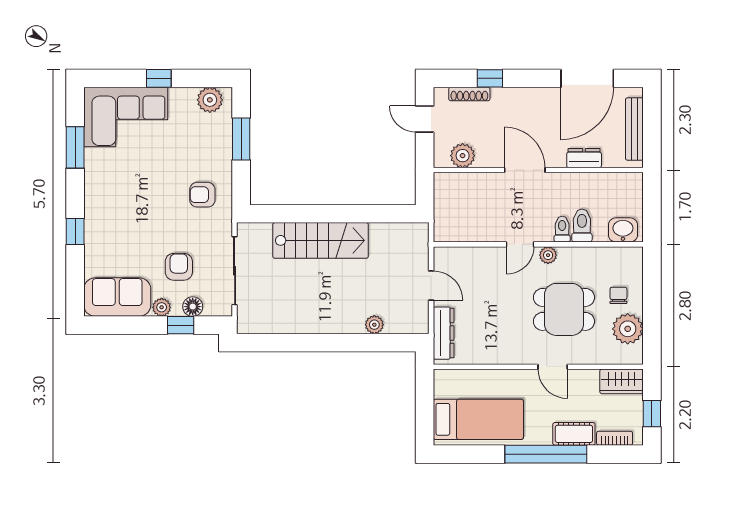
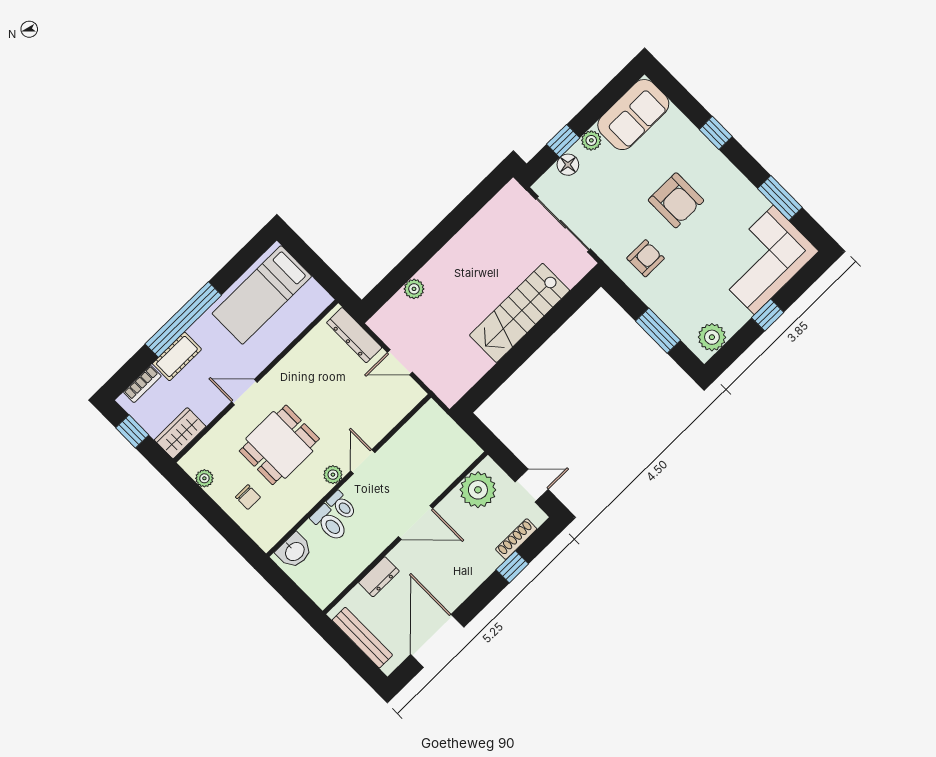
plant: (463, 156) -> (478, 490), width x1.36, depth x1.36
armchair: (179, 267) -> (676, 200), moved, width x1.38, depth x1.38
plant: (628, 329) -> (204, 478), width x0.53, depth x0.53

